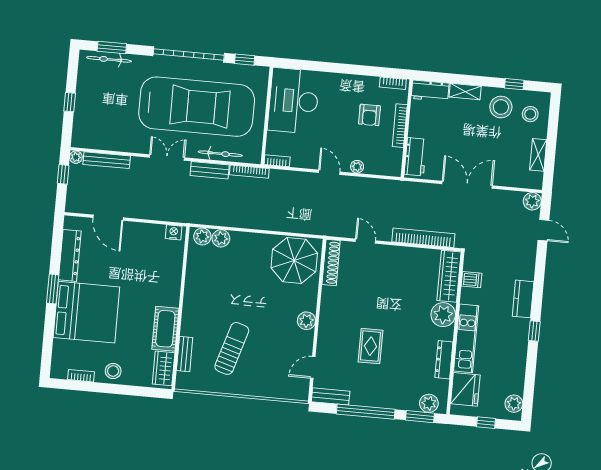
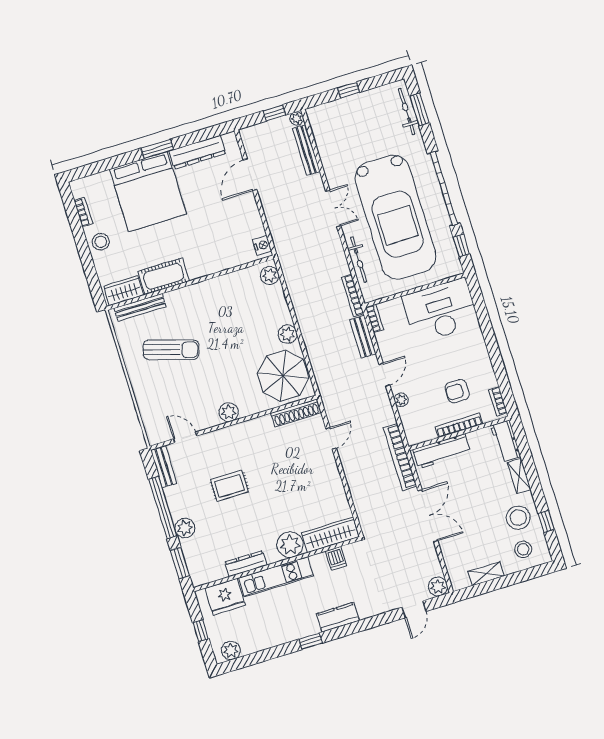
workbench: (415, 157) -> (442, 451), width x1.38
bench: (210, 170) -> (363, 337), moved
plant: (221, 238) -> (288, 334), moved
bookcase: (423, 238) -> (400, 457), moved, turned 180
bench: (185, 354) -> (140, 307), width x1.36
plant: (429, 403) -> (185, 528), moved

